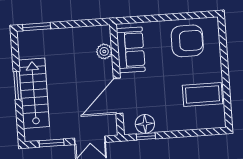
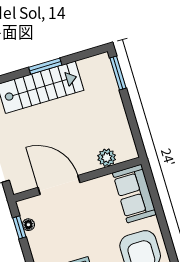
sofa: (131, 50) -> (134, 194), moved, turned 90
floor lamp: (145, 124) -> (28, 225), width x0.53, depth x0.53

